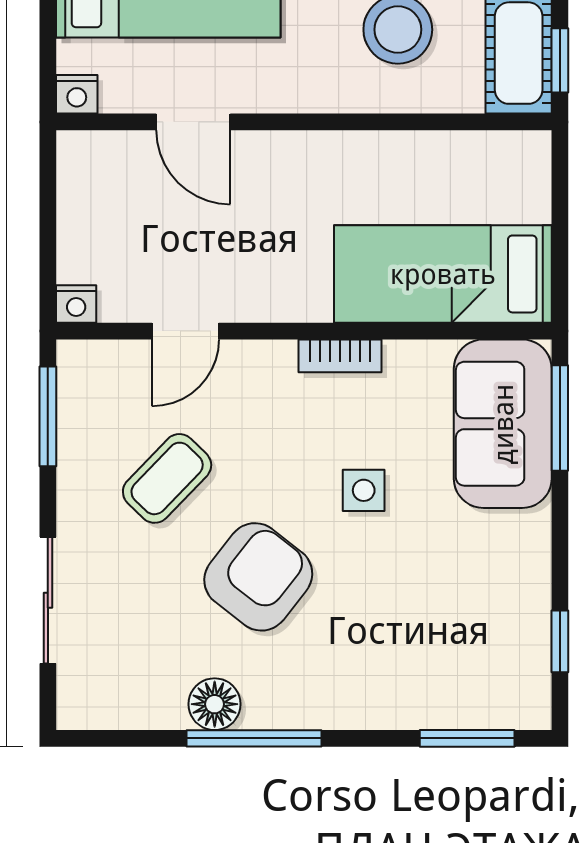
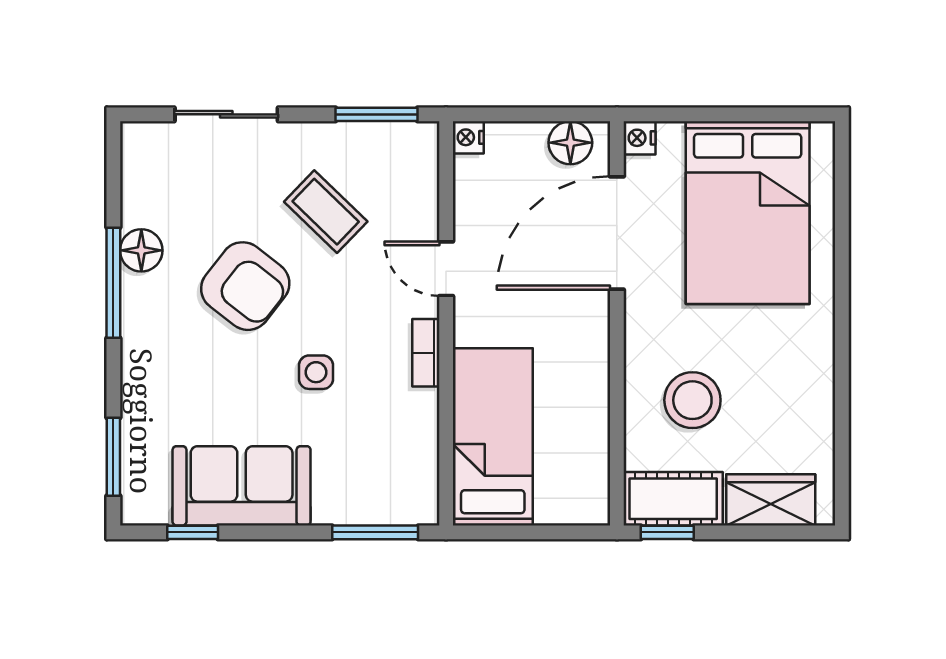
door: (193, 122) -> (617, 233), width x1.88
floor lamp: (83, 179) -> (570, 143), added
door: (185, 331) -> (446, 269), moved
sofa: (503, 424) -> (242, 486), moved

